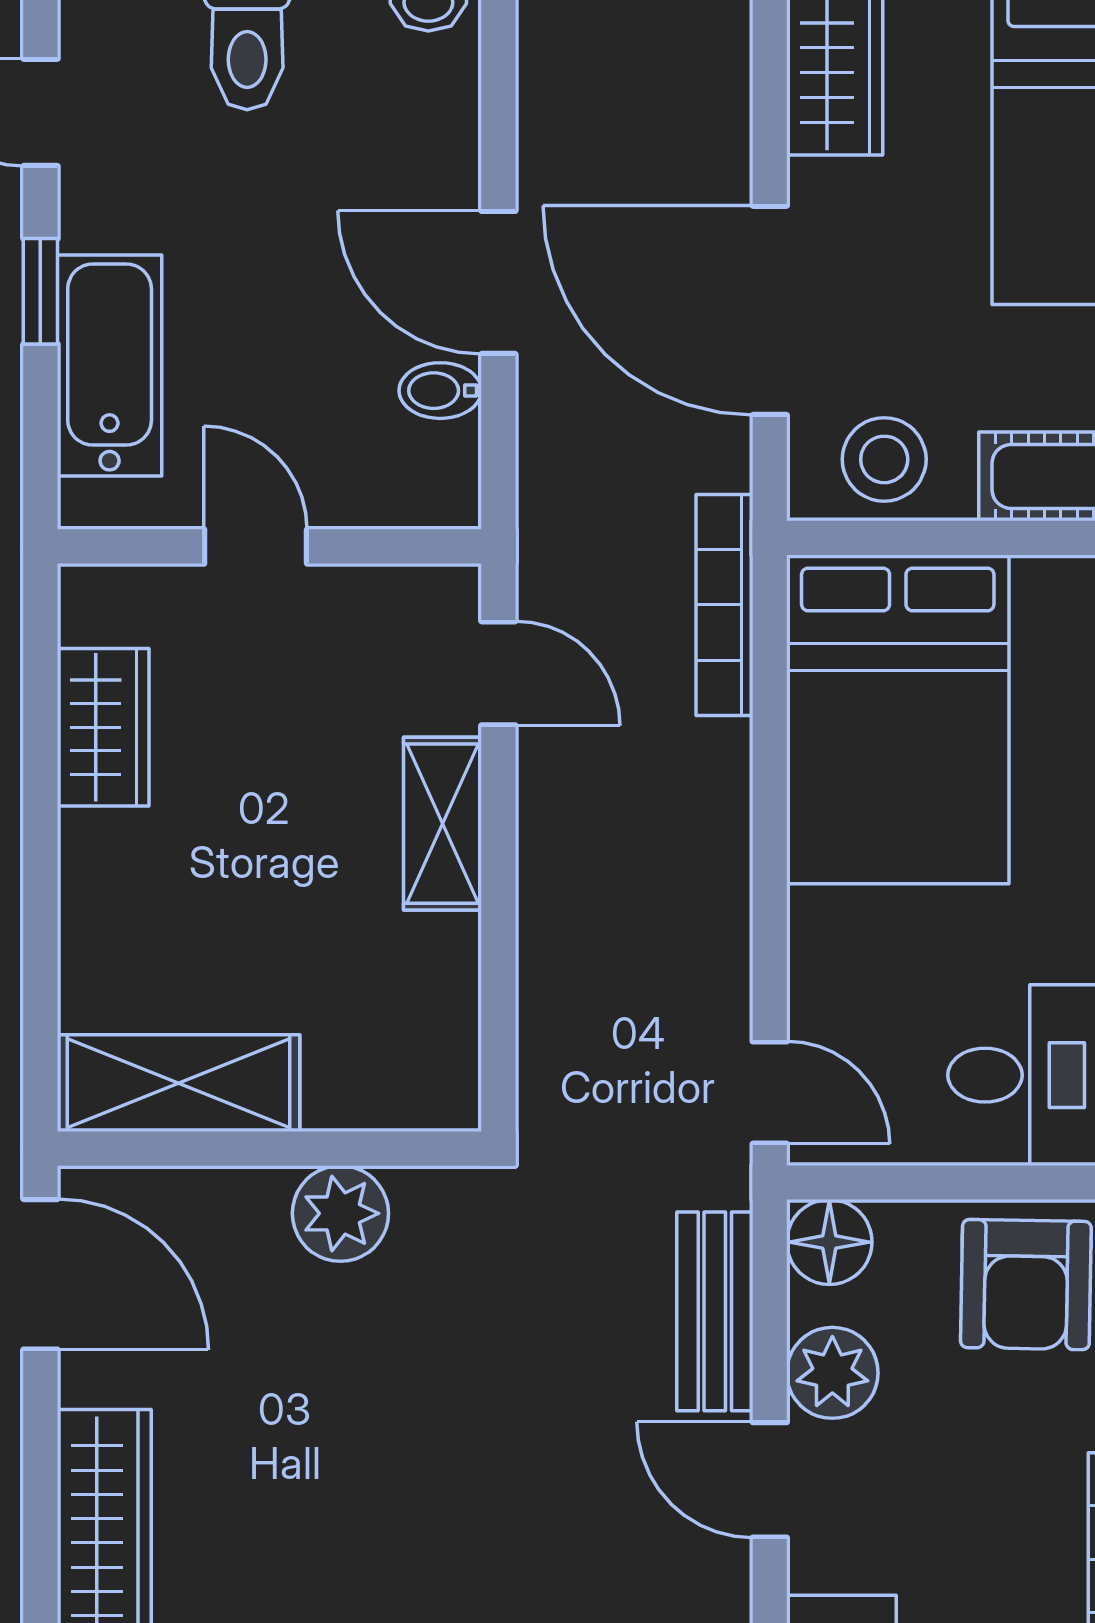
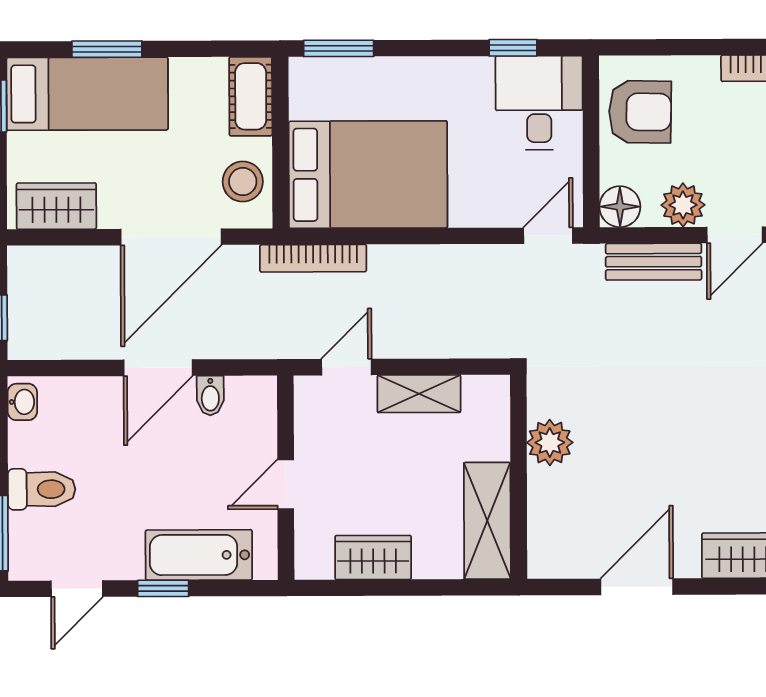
shelving: (178, 1083) -> (487, 521), moved
wall: (269, 1149) -> (519, 477), moved
plant: (340, 1213) -> (550, 443), moved

